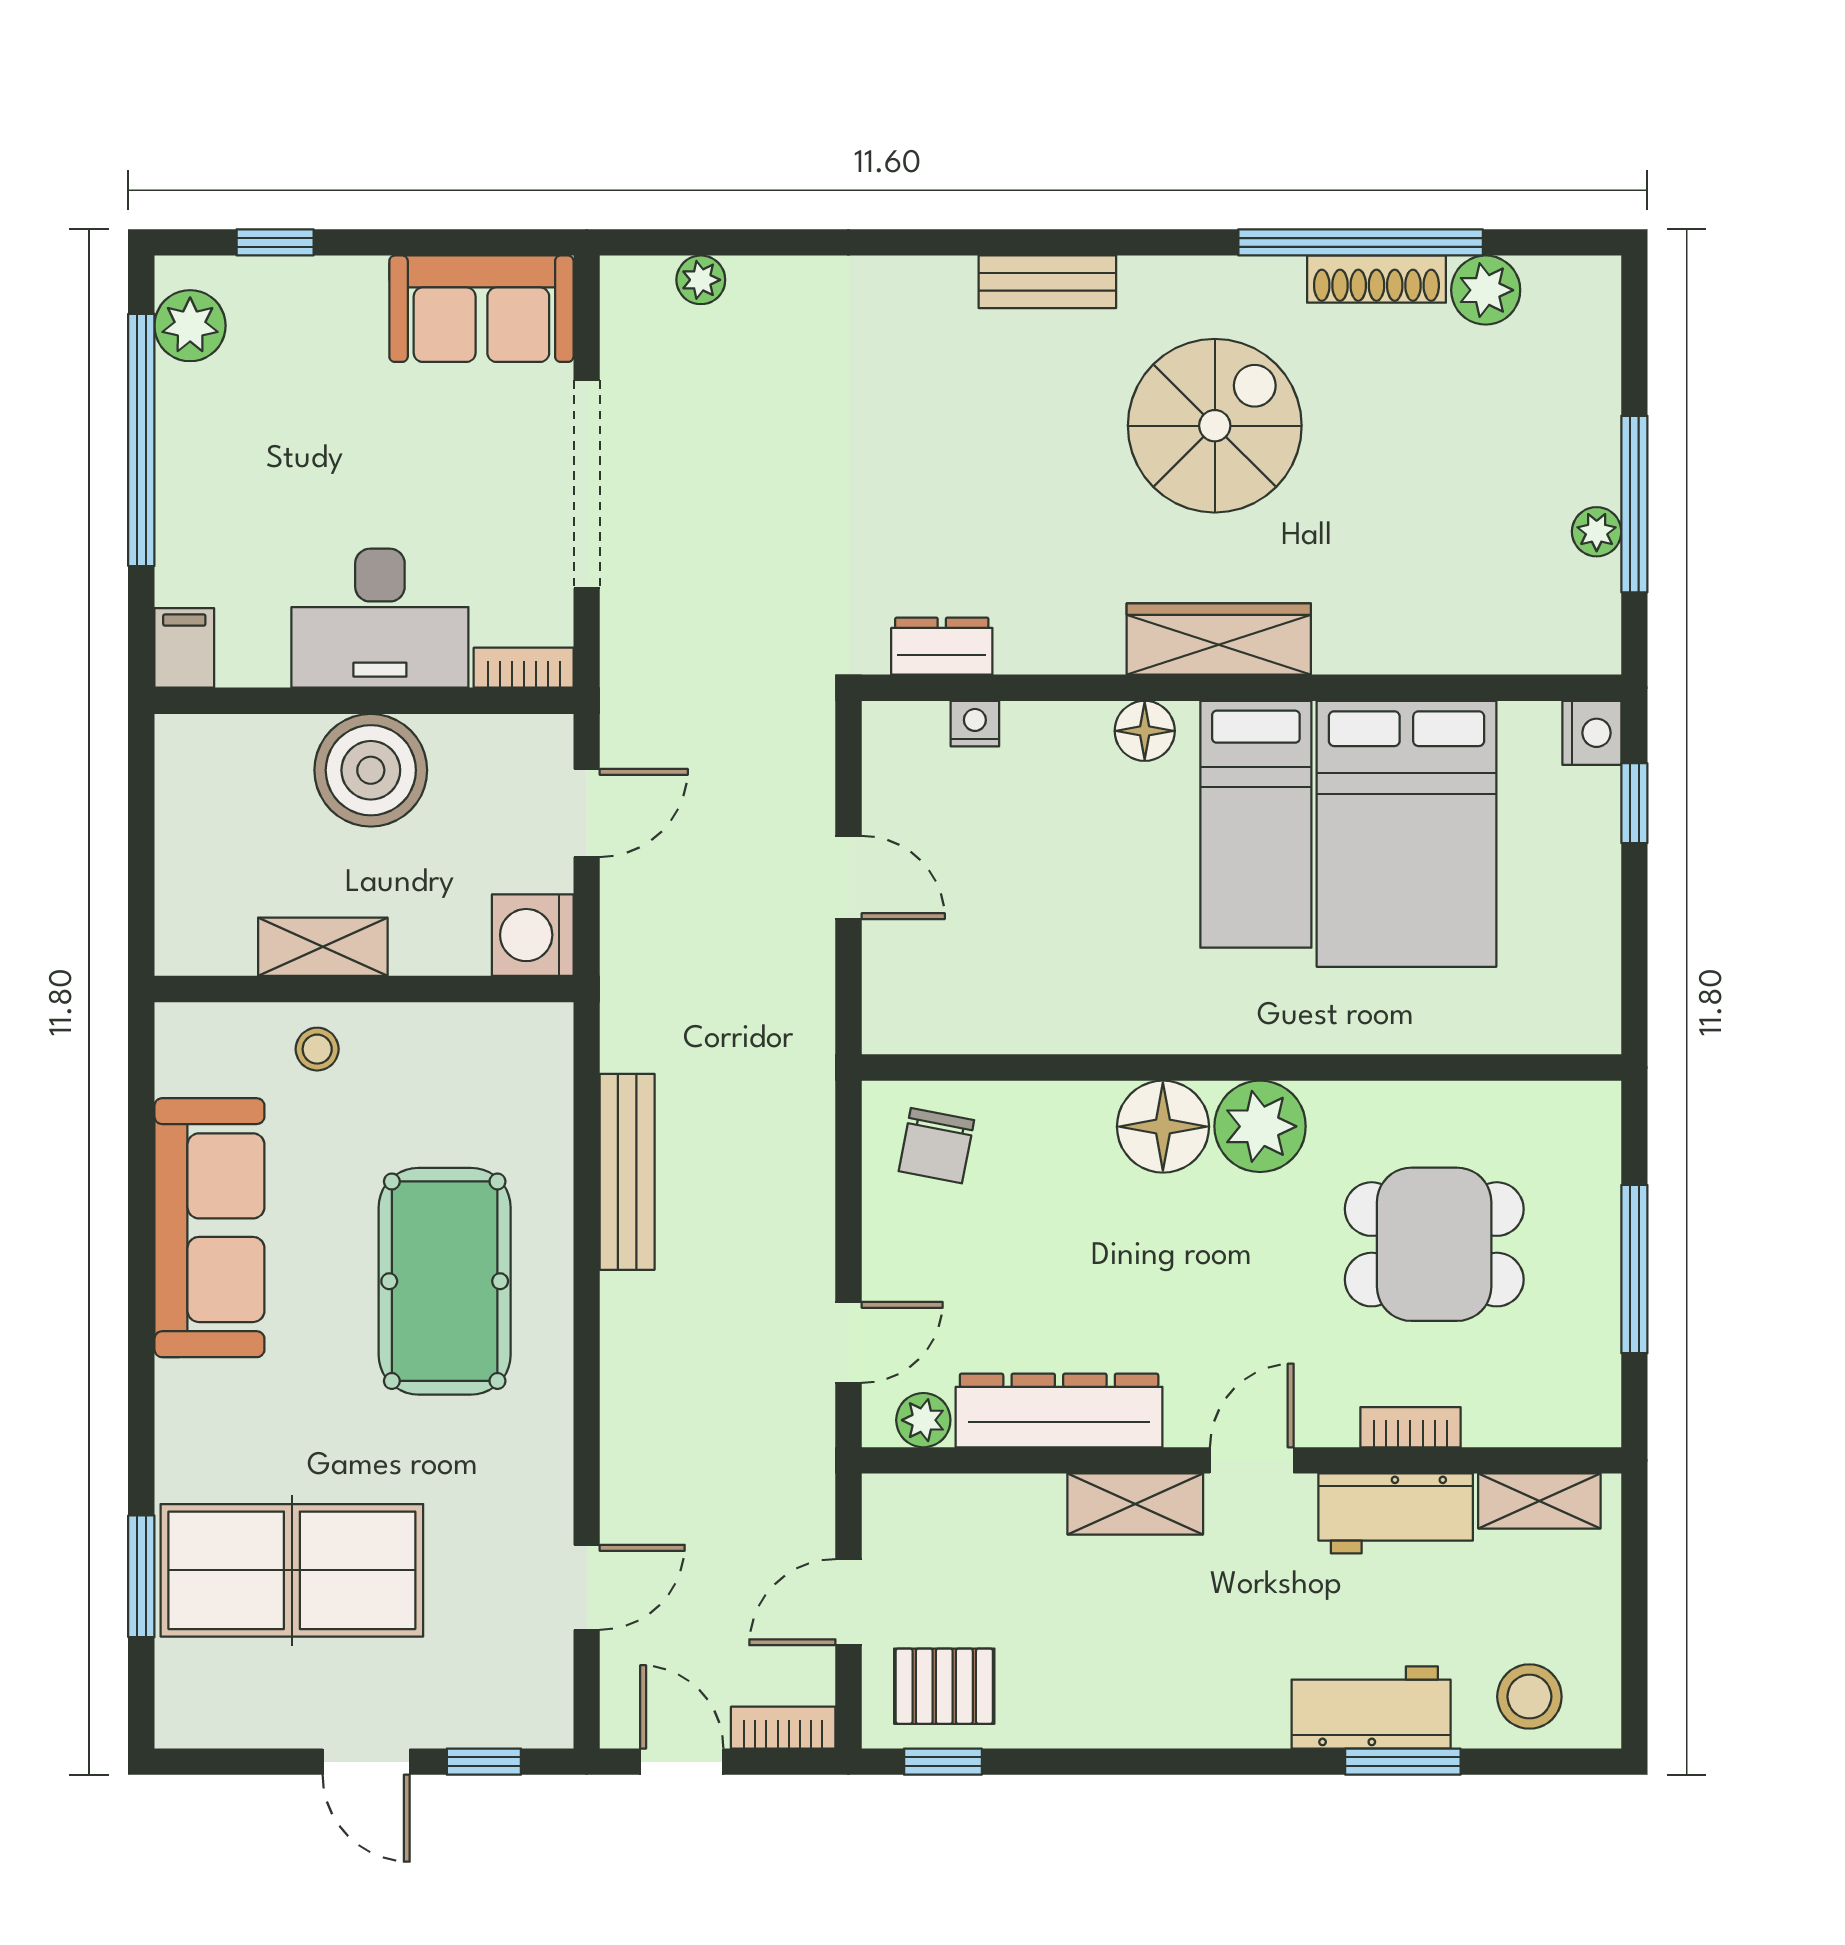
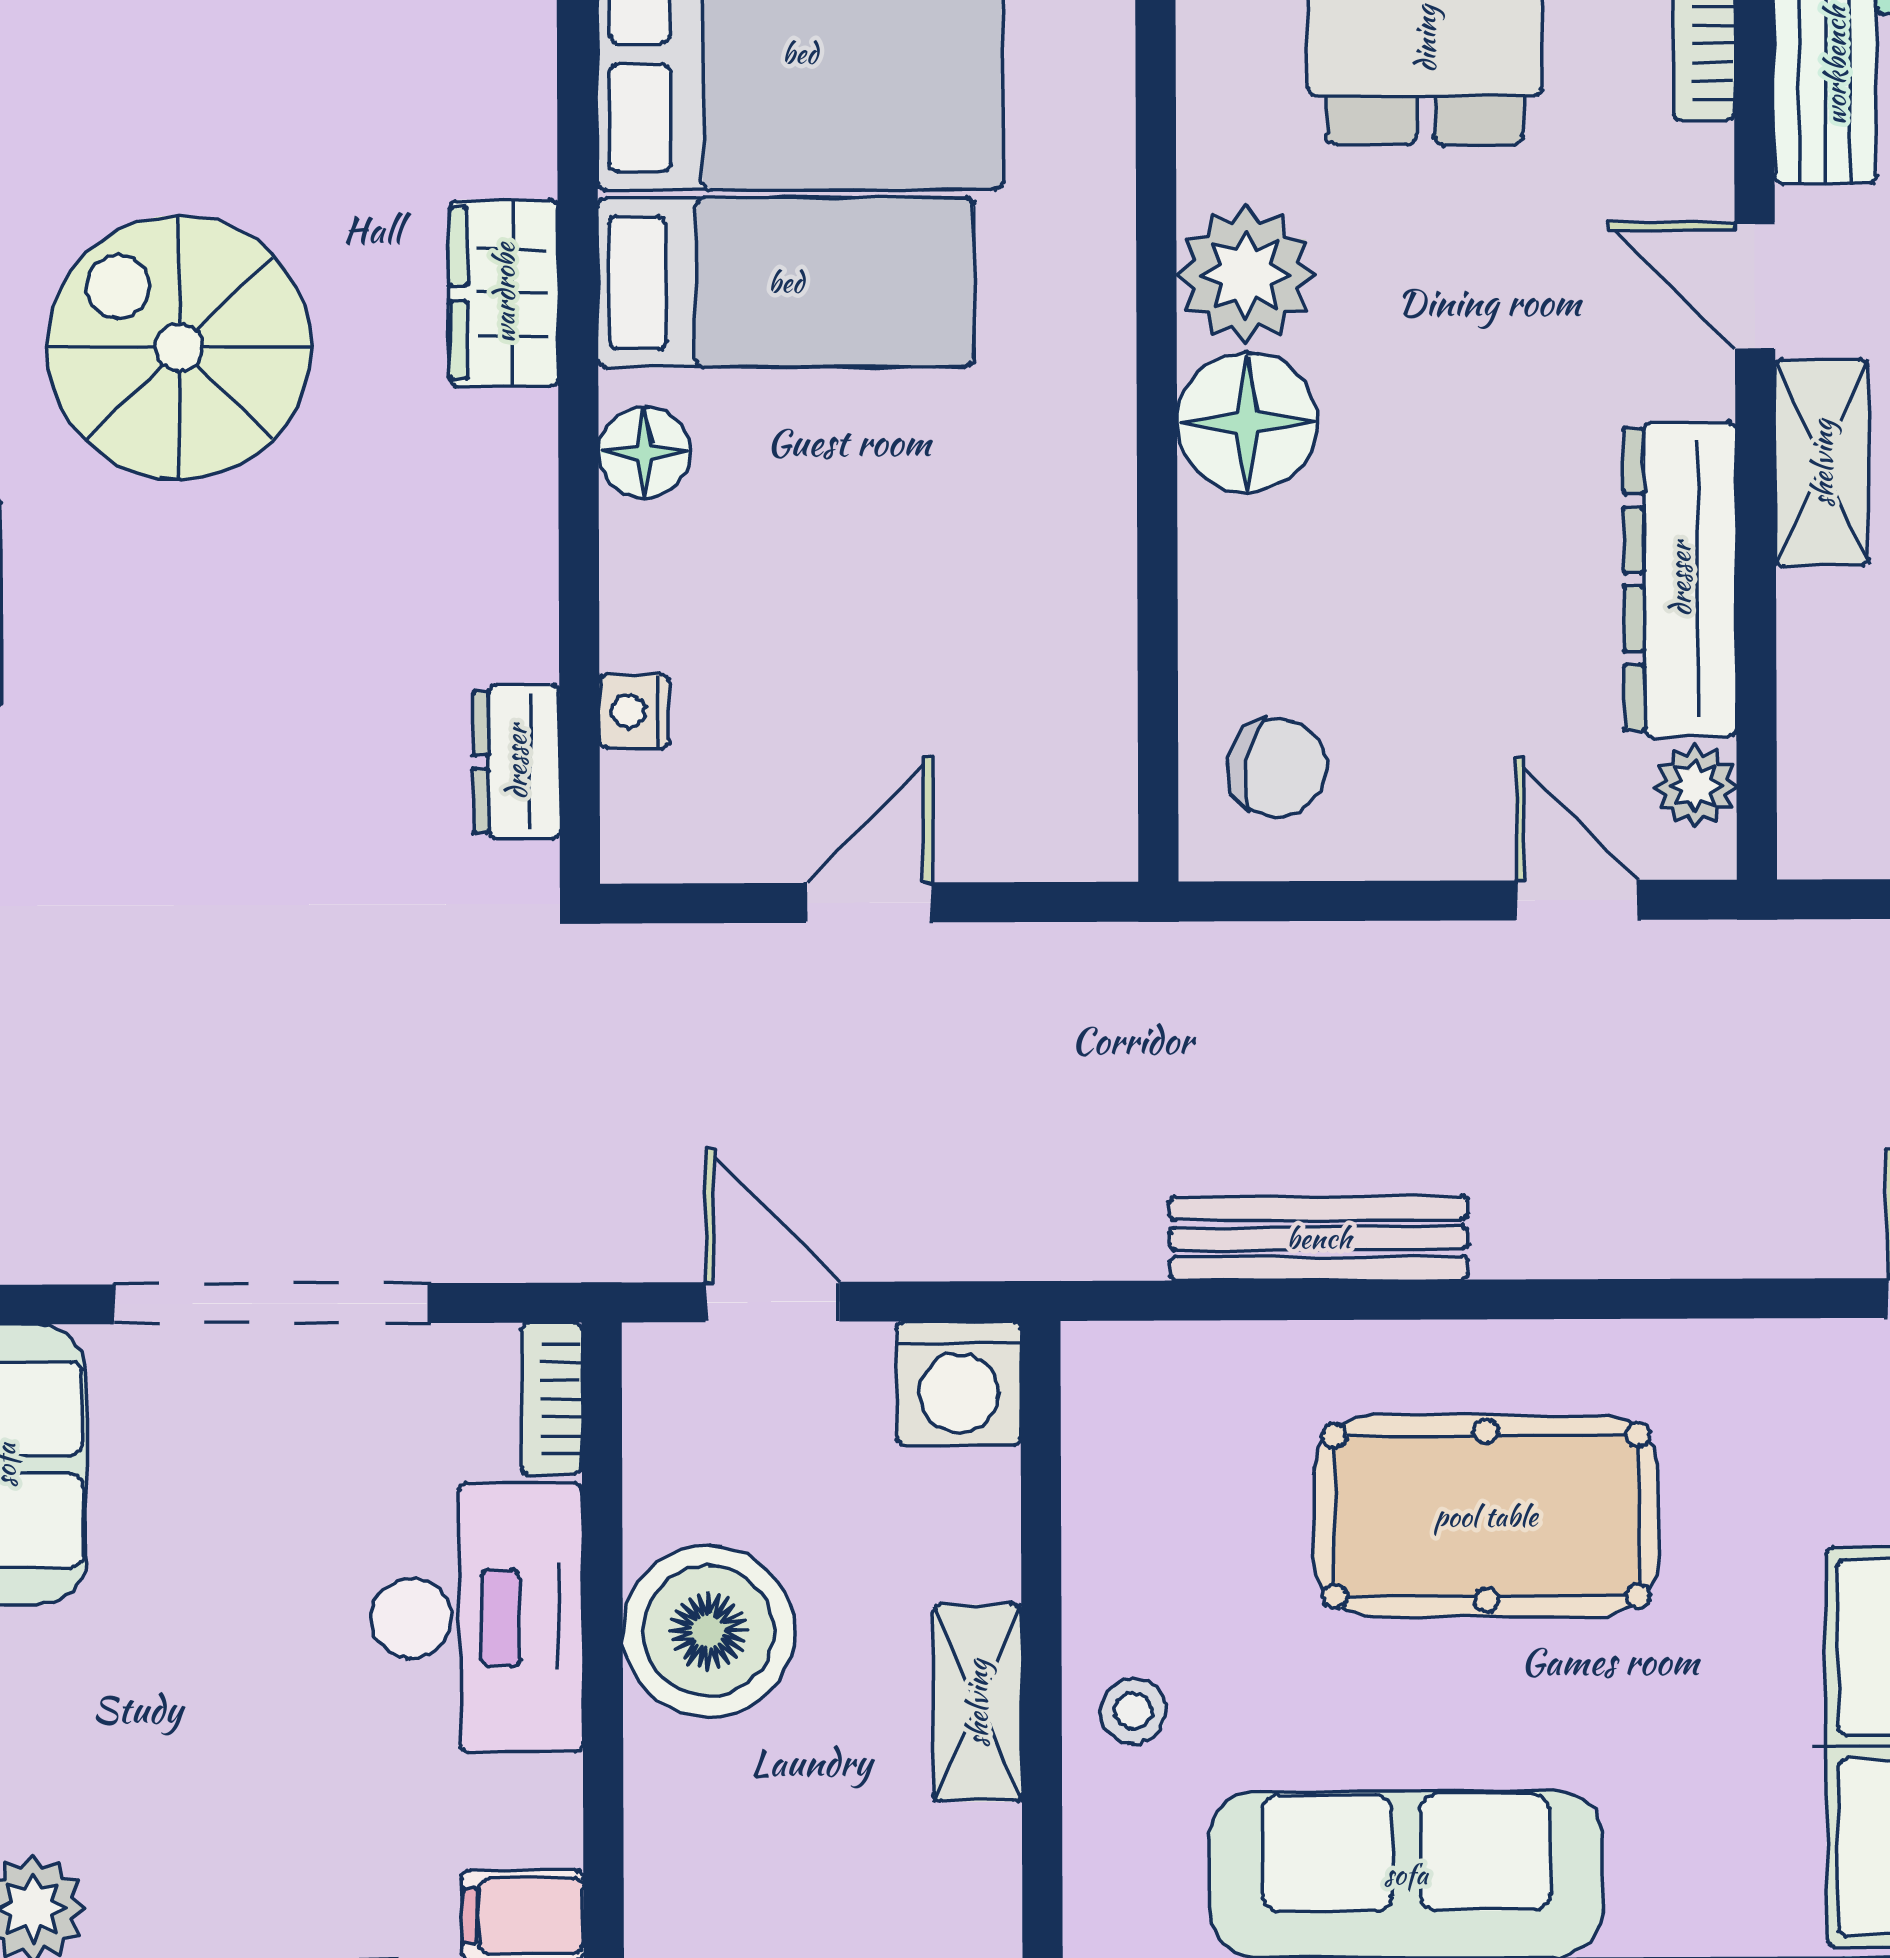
wardrobe: (1219, 639) -> (504, 293), width x0.67

